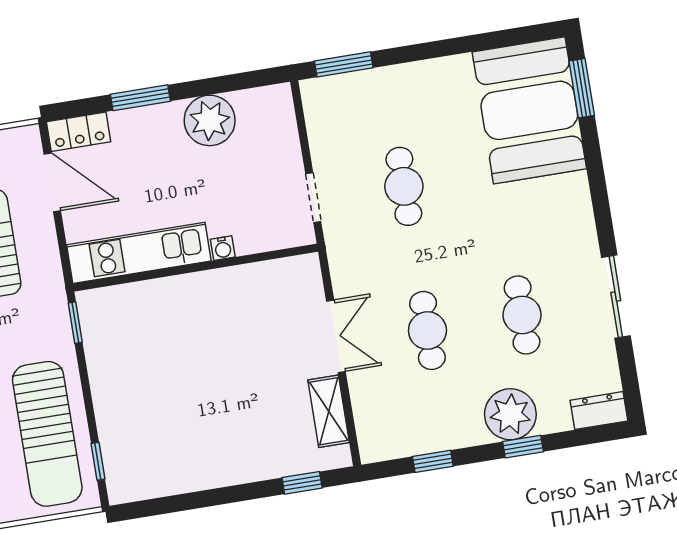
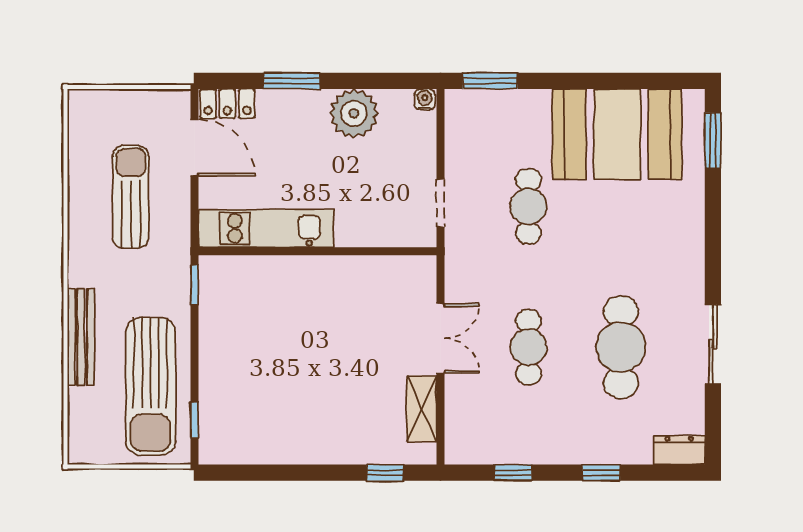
booth: (529, 110) -> (617, 134), moved, turned 90
water cooler: (223, 248) -> (425, 99), moved, turned 180
cafe table: (522, 315) -> (621, 347), width x1.37, depth x1.35
plant: (510, 414) -> (594, 440), removed

